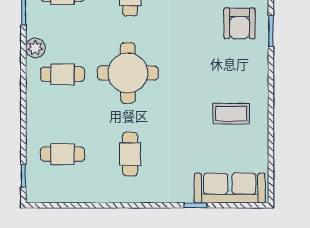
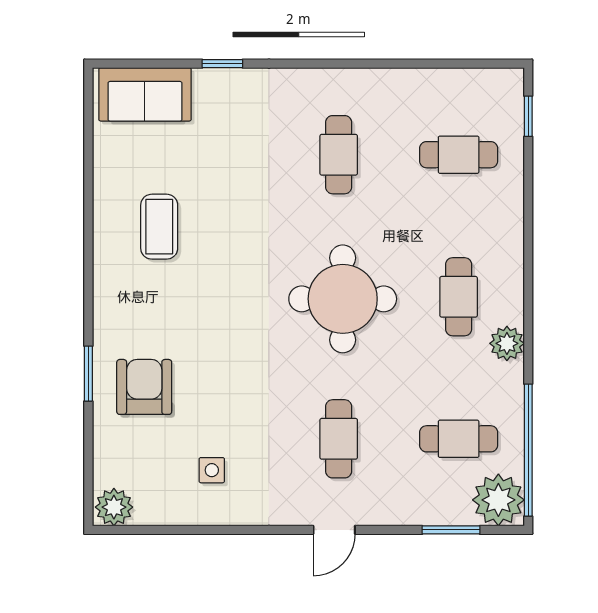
cafe table: (63, 74) -> (459, 297), turned 90
coffee table: (231, 114) -> (159, 227), turned 90
sofa: (230, 188) -> (145, 94), width x0.73

